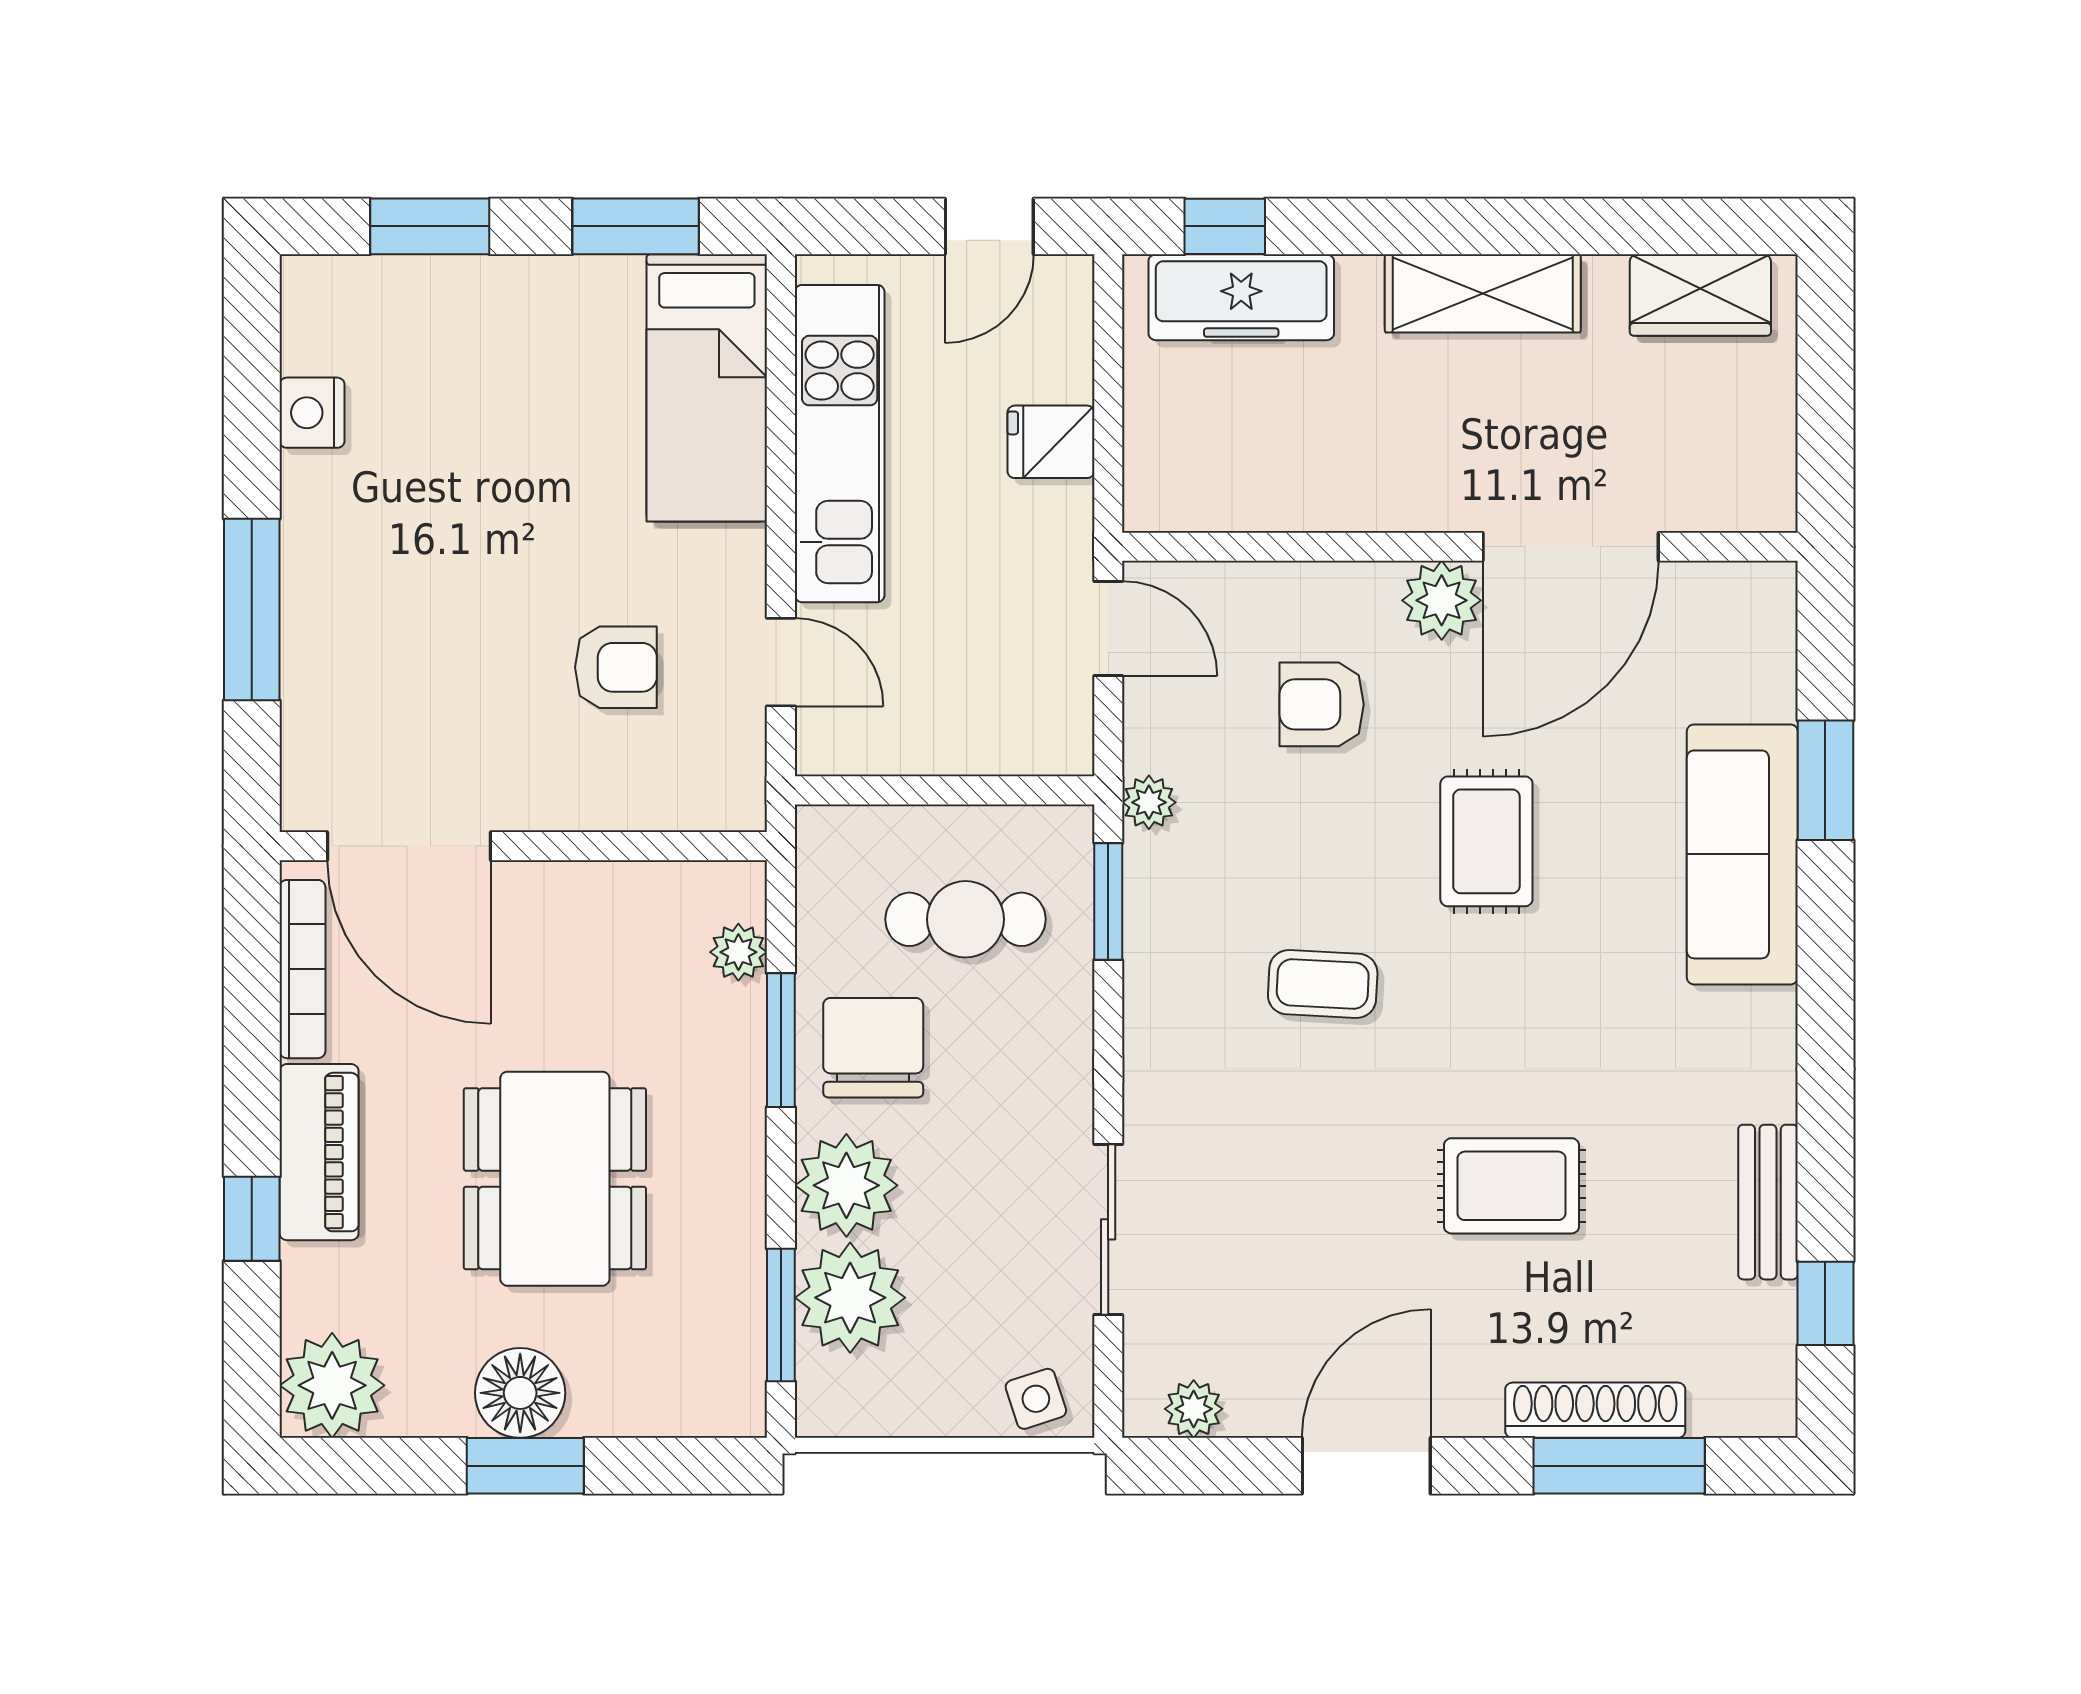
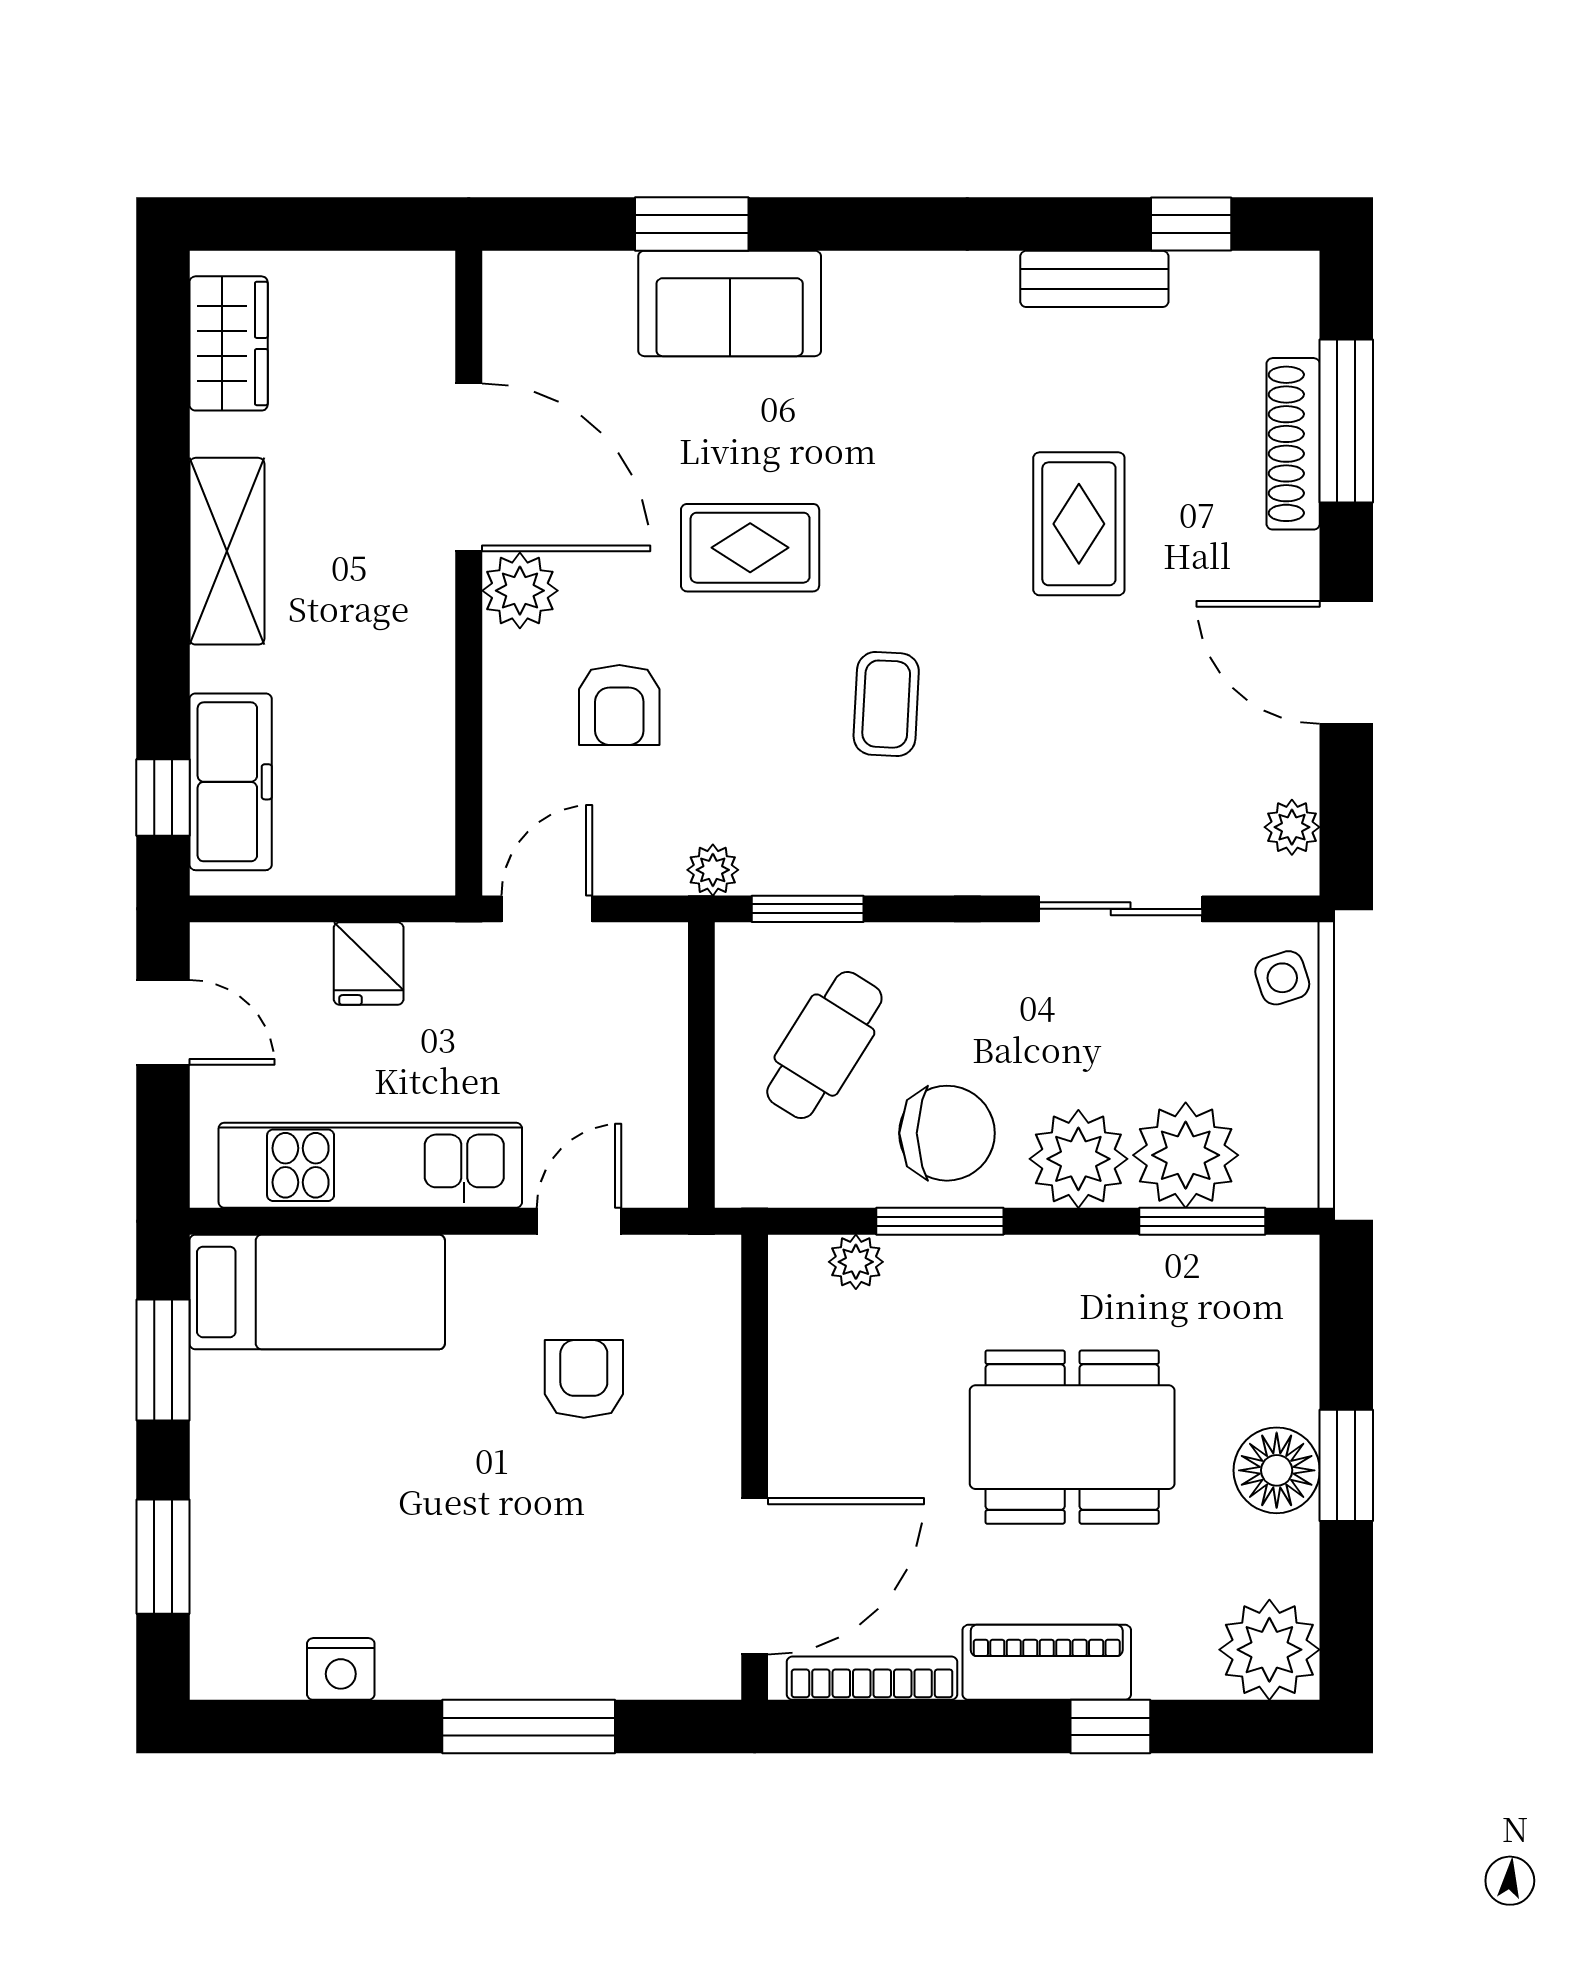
sofa: (1742, 854) -> (730, 303), width x0.73
cafe table: (965, 919) -> (824, 1045), turned 32
chair: (873, 1048) -> (947, 1133), turned 180

